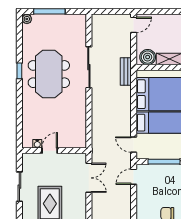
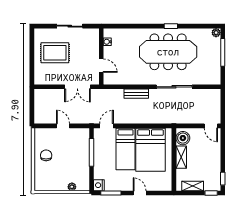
bench: (126, 72) -> (136, 94), moved
meeting table: (49, 74) -> (168, 52), width x1.36
door: (50, 151) -> (101, 66), moved
door: (134, 177) -> (63, 126), moved

